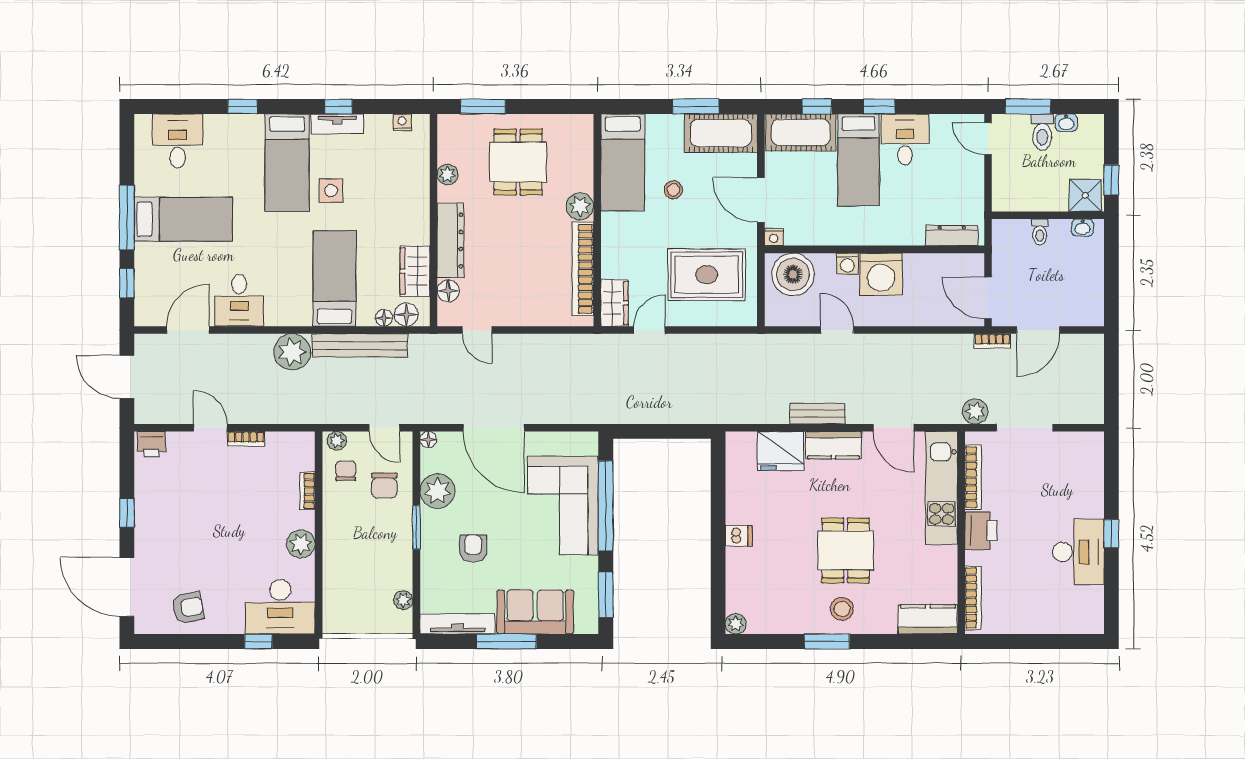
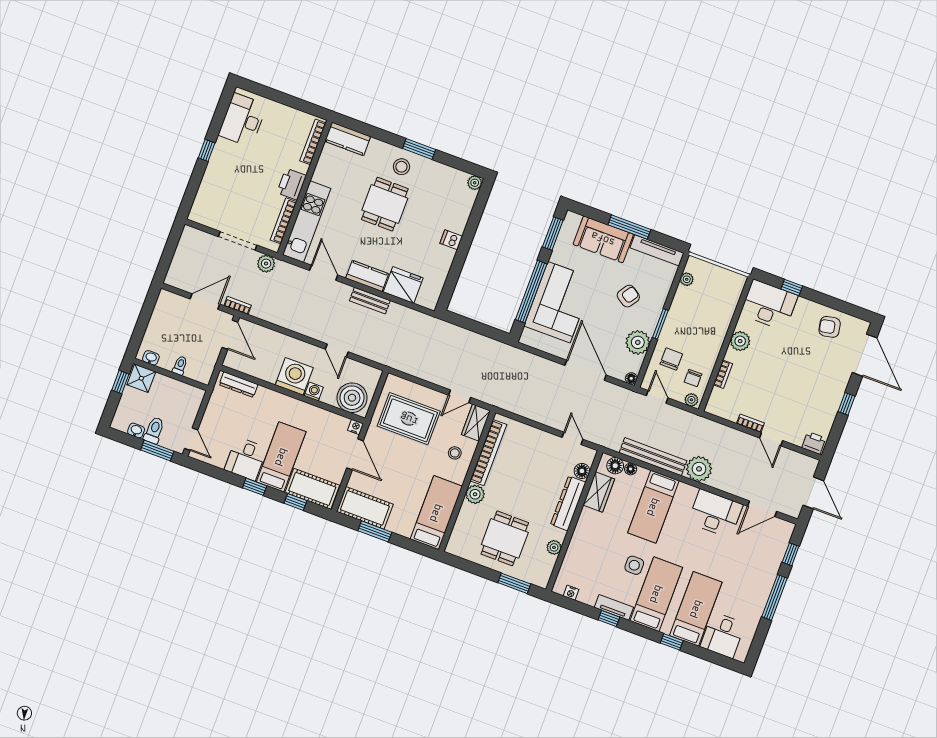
stool: (673, 190) -> (455, 453), moved
bed: (183, 219) -> (696, 609), moved, turned 90
desk: (239, 300) -> (715, 514), width x1.37
armchair: (473, 548) -> (628, 296), turned -146
desk: (1078, 552) -> (243, 120), moved

